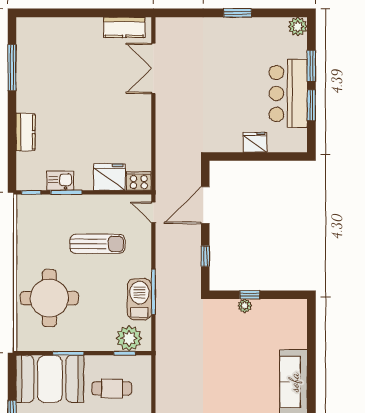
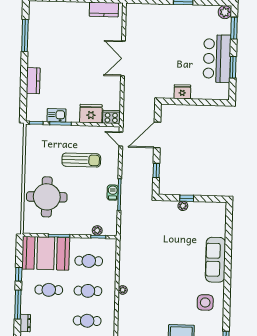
window: (311, 66) -> (234, 28), moved
double door: (153, 68) -> (123, 58), moved
fridge: (255, 142) -> (182, 92), moved
barbecue: (139, 299) -> (113, 193), width x0.53, depth x0.65
plant: (129, 338) -> (97, 230), width x0.53, depth x0.53

